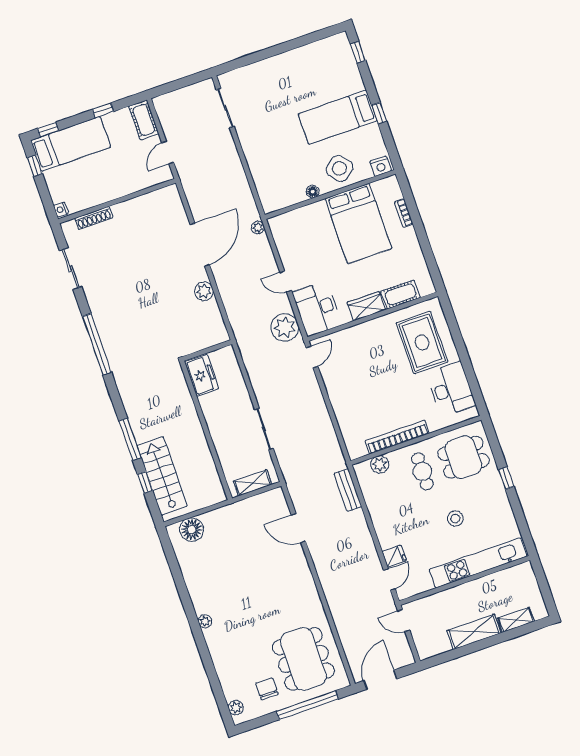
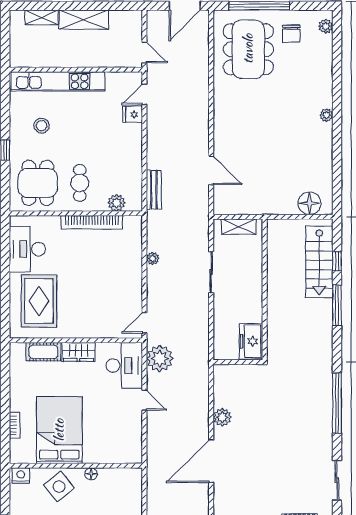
plant: (258, 227) -> (153, 258), moved
dining table: (463, 457) -> (38, 183), turned 90
stool: (455, 519) -> (42, 126), moved

